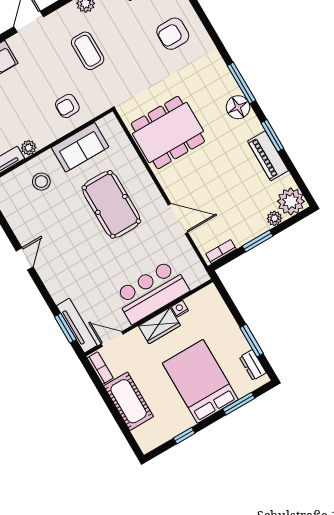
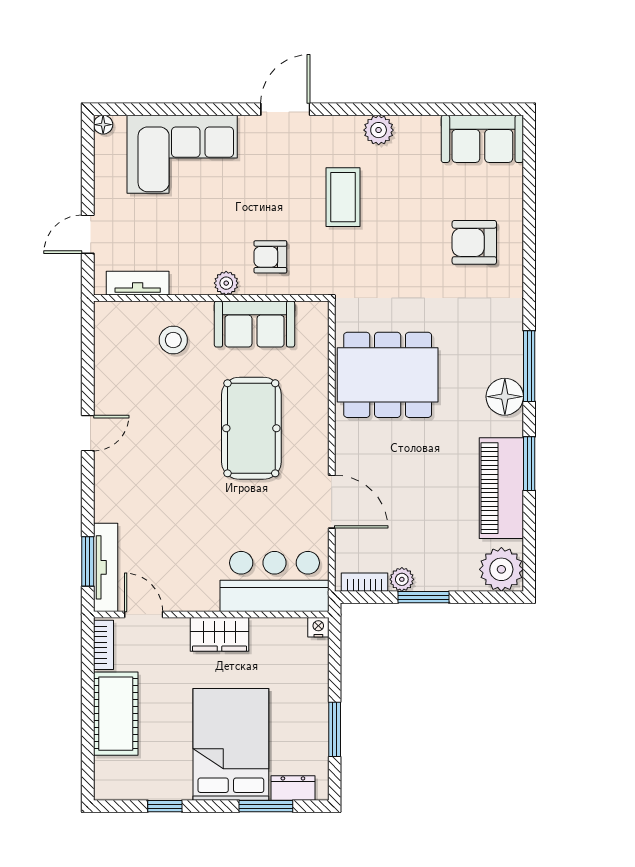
plant: (29, 148) -> (226, 283), moved
piano: (268, 156) -> (501, 488), width x1.37, depth x1.33
plant: (274, 218) -> (402, 579), moved
bar counter: (152, 292) -> (274, 581), moved
nightstand: (180, 309) -> (318, 627), moved
dresser: (253, 365) -> (293, 788), moved, turned 90

